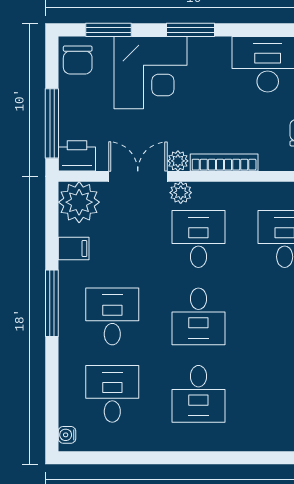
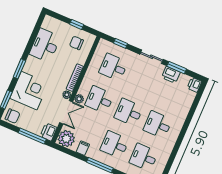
double door: (138, 176) -> (66, 112), swing flipped
desk: (198, 316) -> (129, 112), turned 180
desk: (198, 394) -> (158, 125), turned 180

